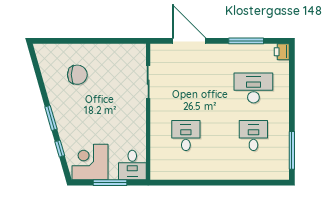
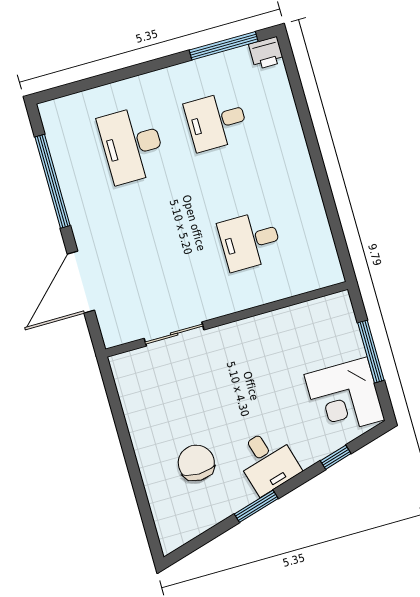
window: (246, 41) -> (53, 181), width x1.46
printer: (282, 52) -> (266, 53), moved
window: (51, 118) -> (256, 506), moved
desk: (132, 165) -> (267, 461), moved, turned 74

